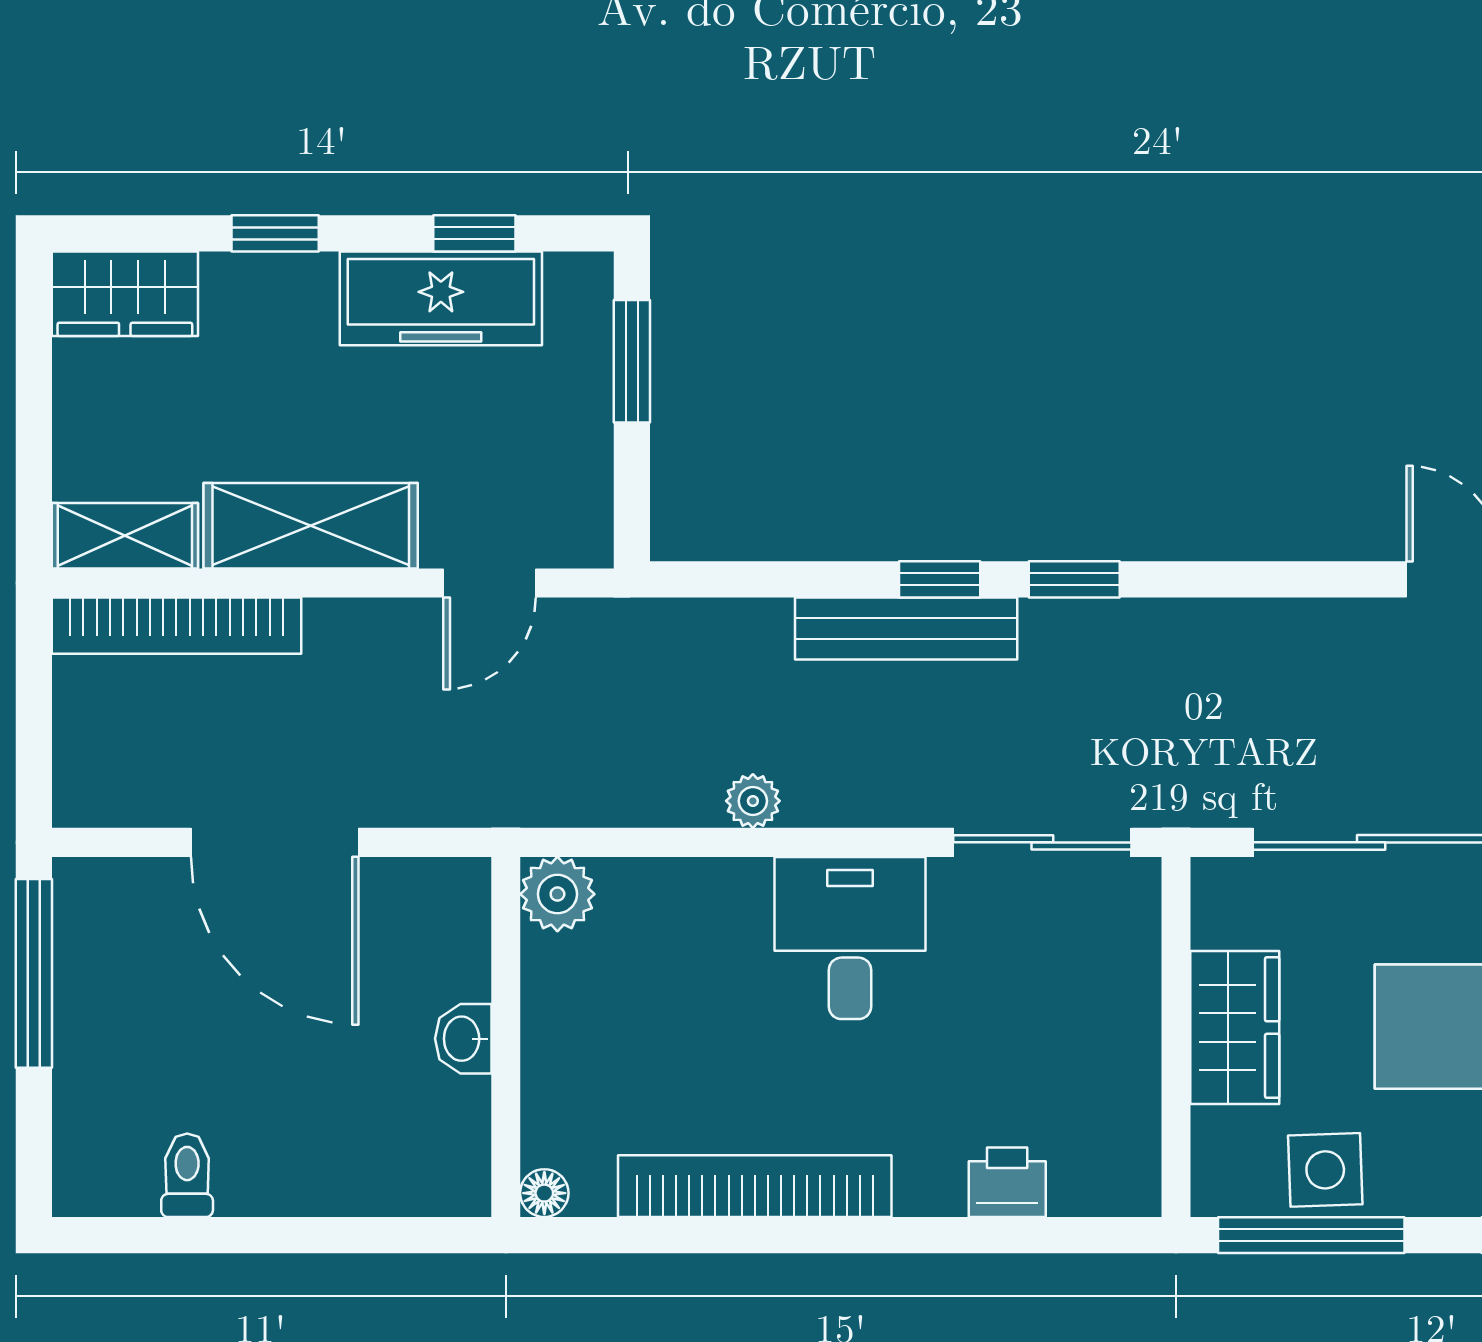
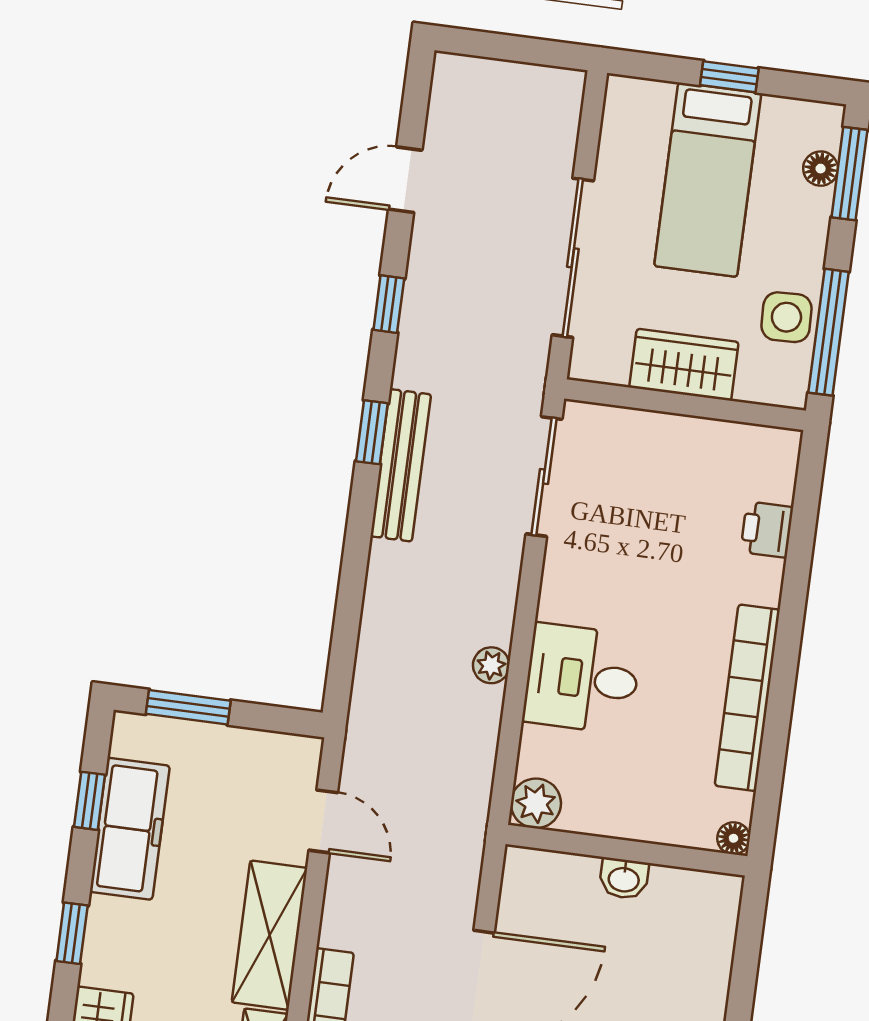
window: (940, 579) -> (389, 304), moved
bench: (906, 628) -> (401, 465), moved
desk: (850, 938) -> (582, 679), moved

